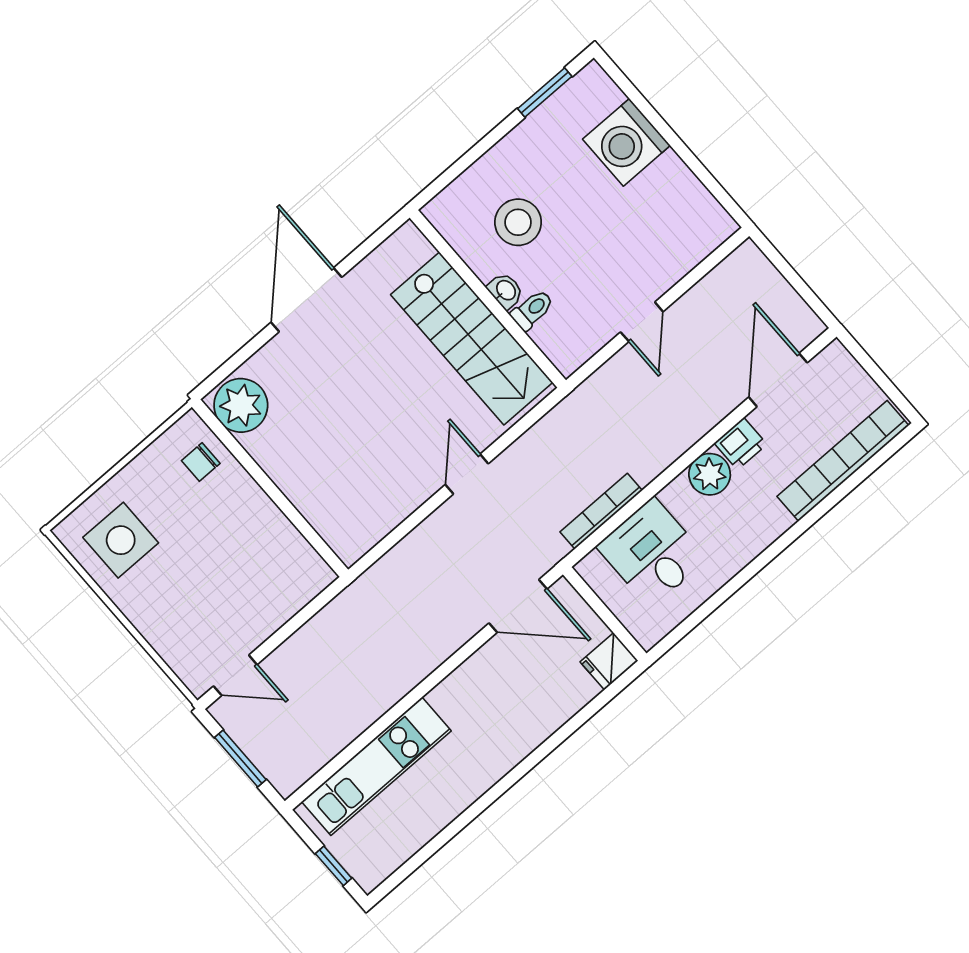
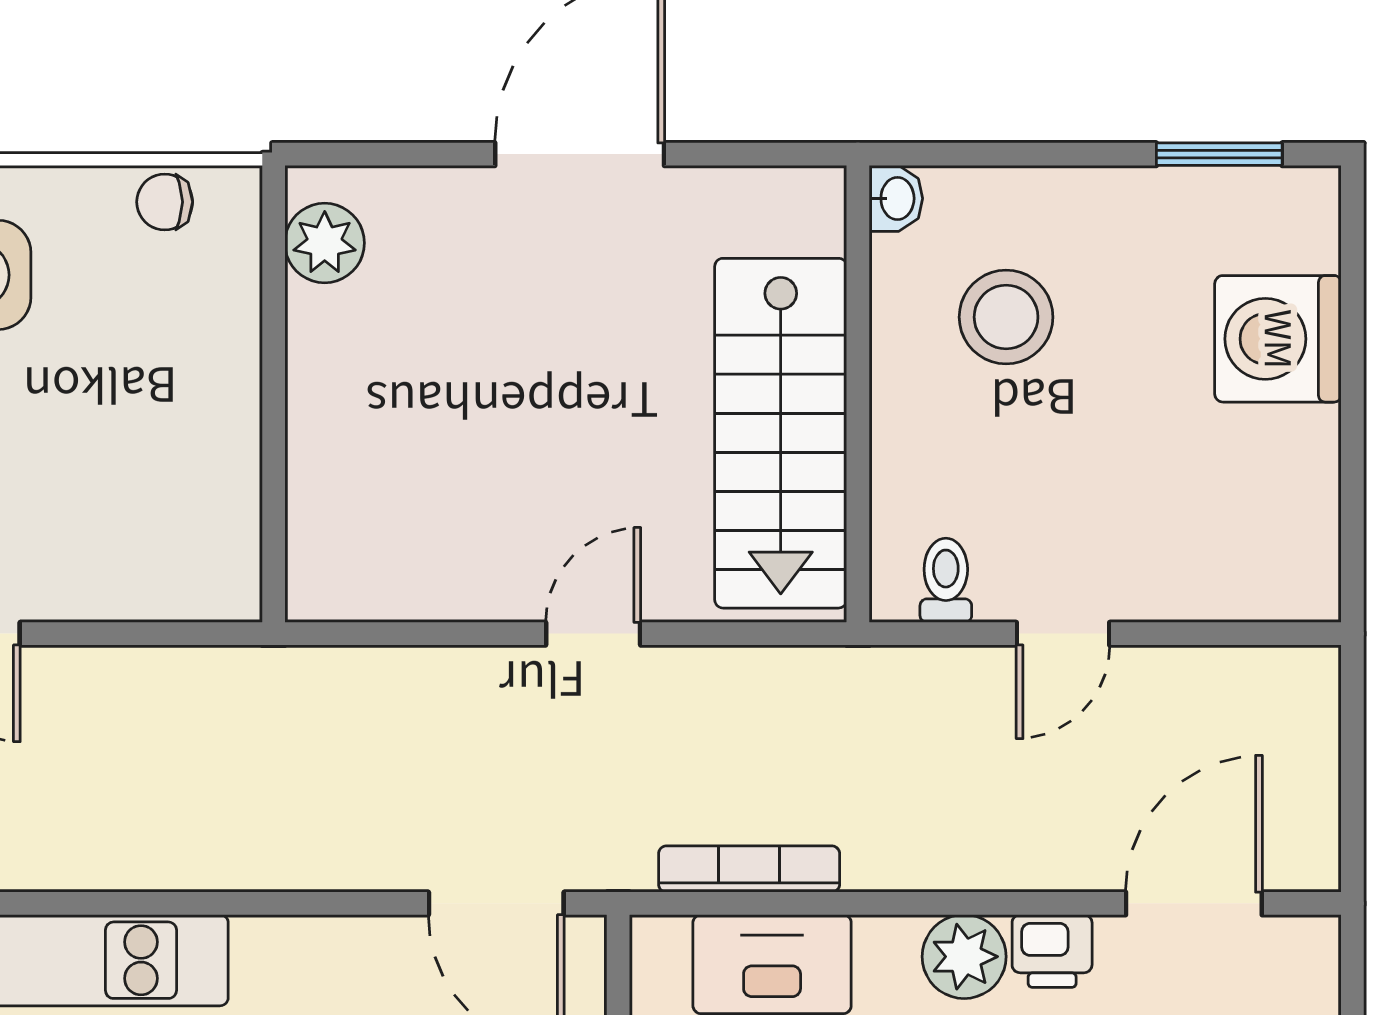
washbasin: (505, 291) -> (896, 198), moved
toilet: (532, 310) -> (946, 580), moved, turned -90
plant: (241, 405) -> (325, 243), width x0.73, depth x0.73
chair: (201, 462) -> (165, 202), moved

